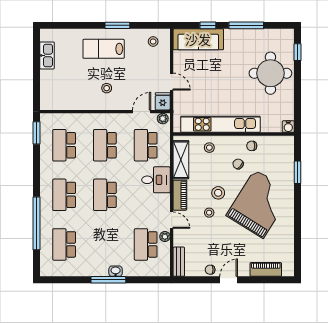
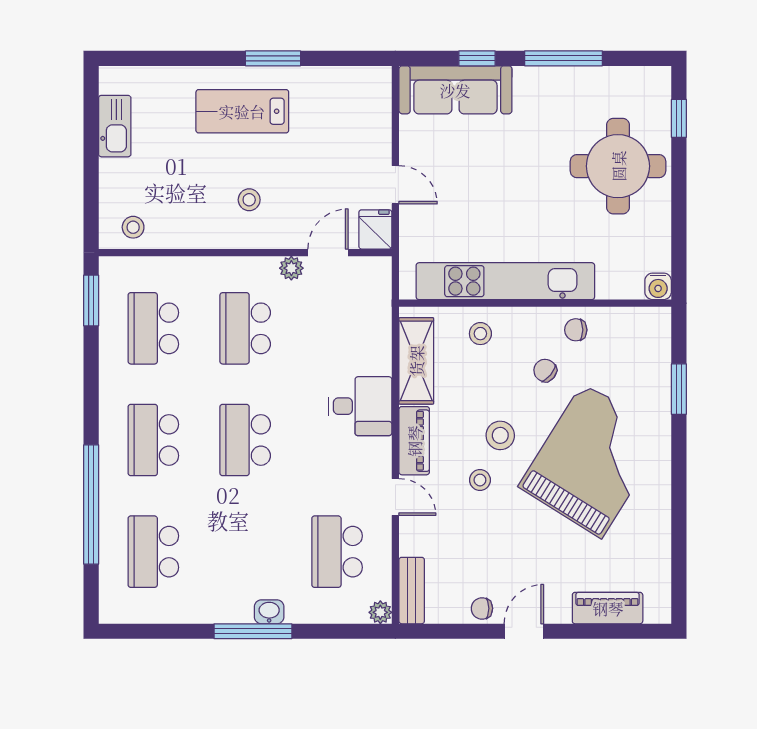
stool: (153, 41) -> (133, 227), moved
plant: (163, 119) -> (291, 268), moved
school desk: (146, 145) -> (337, 328), removed
plant: (165, 237) -> (380, 612), moved

